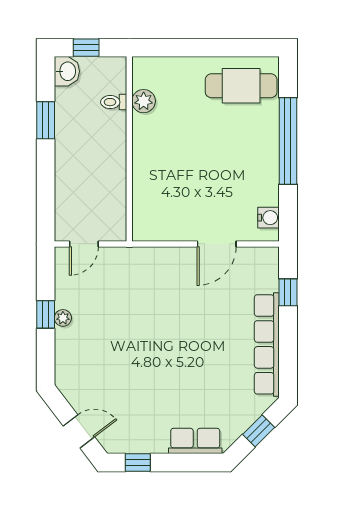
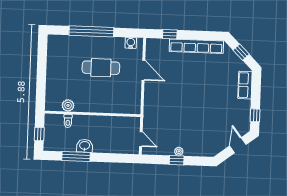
washbasin: (67, 71) -> (85, 146), moved
cafe table: (241, 86) -> (101, 68), moved, turned 90
window: (46, 120) -> (76, 157), width x1.44

